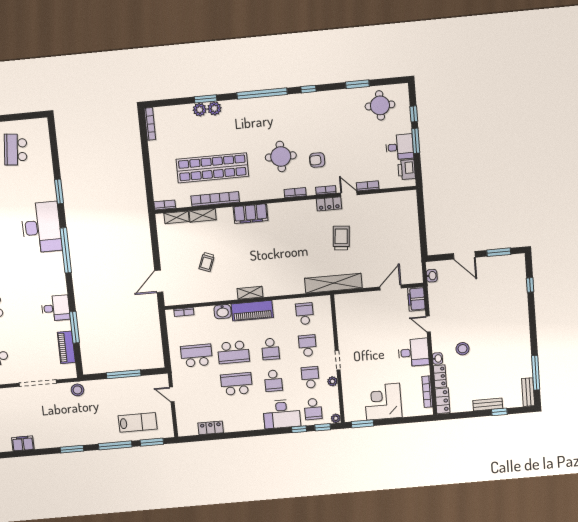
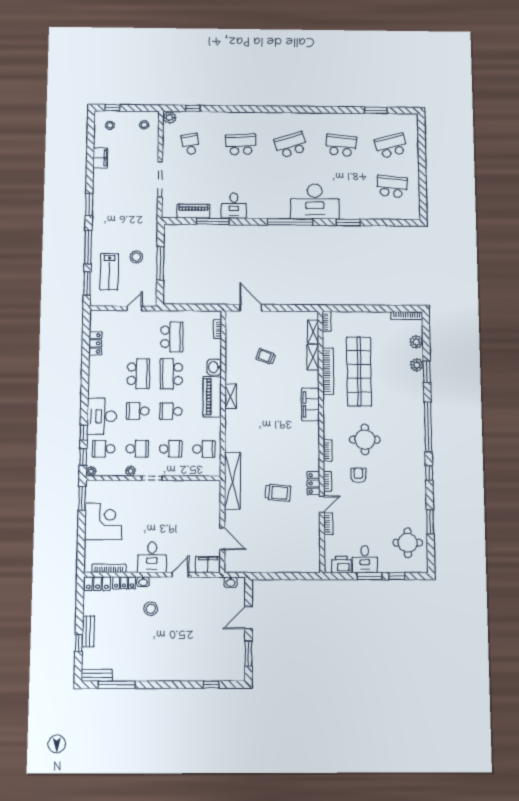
plant: (214, 108) -> (416, 342), moved
stool: (77, 390) -> (136, 257), moved

